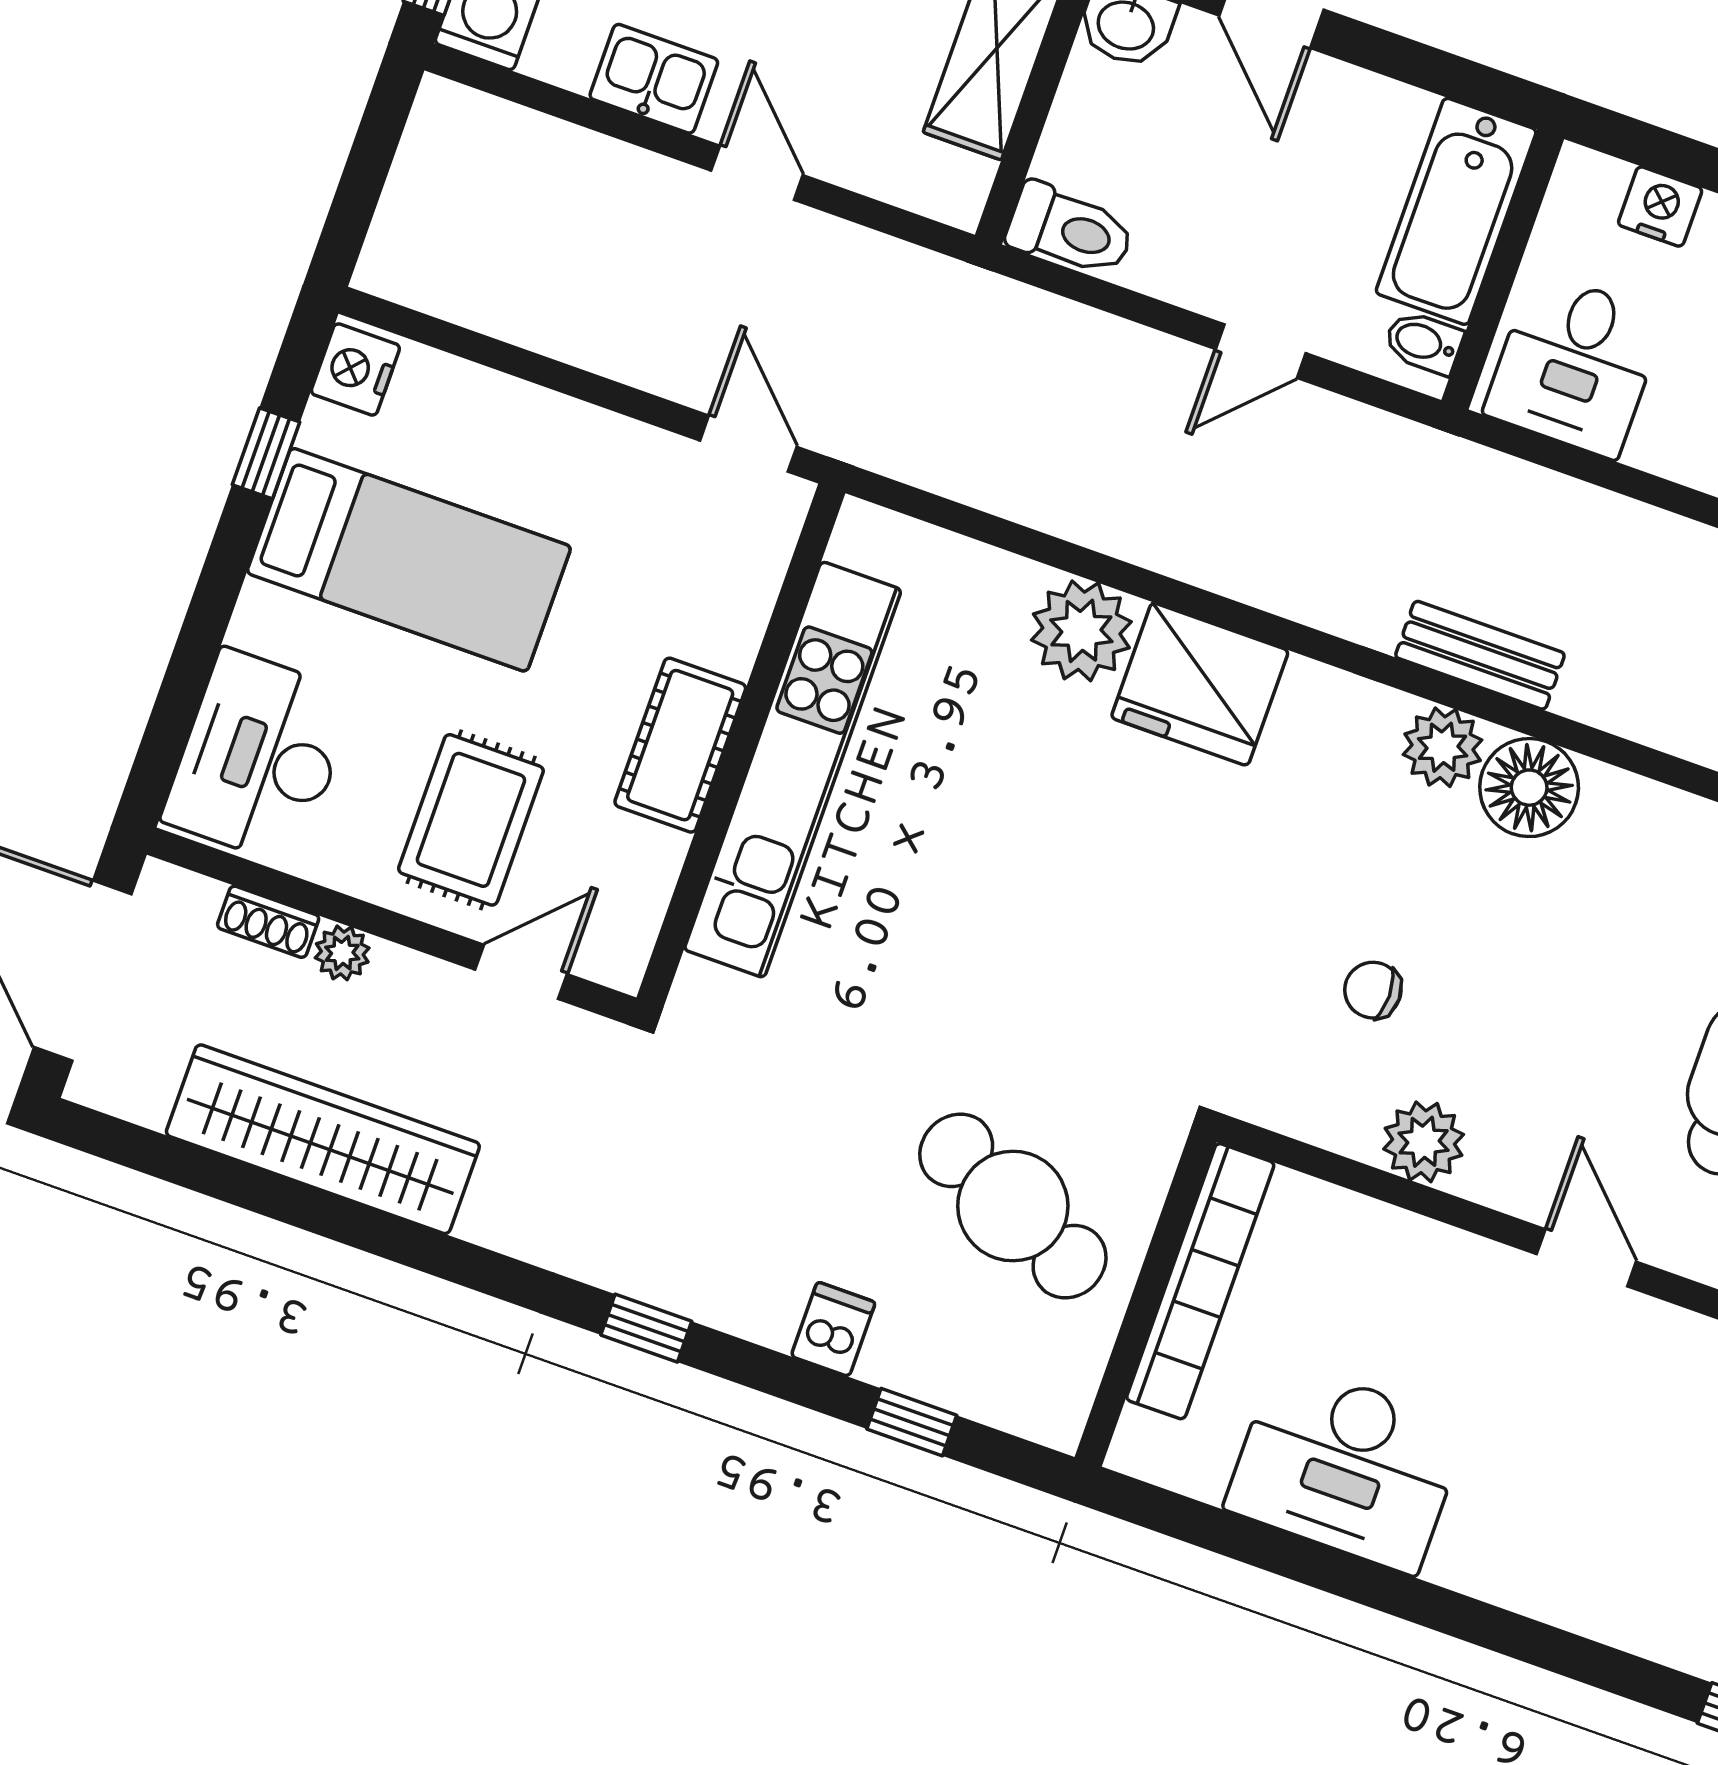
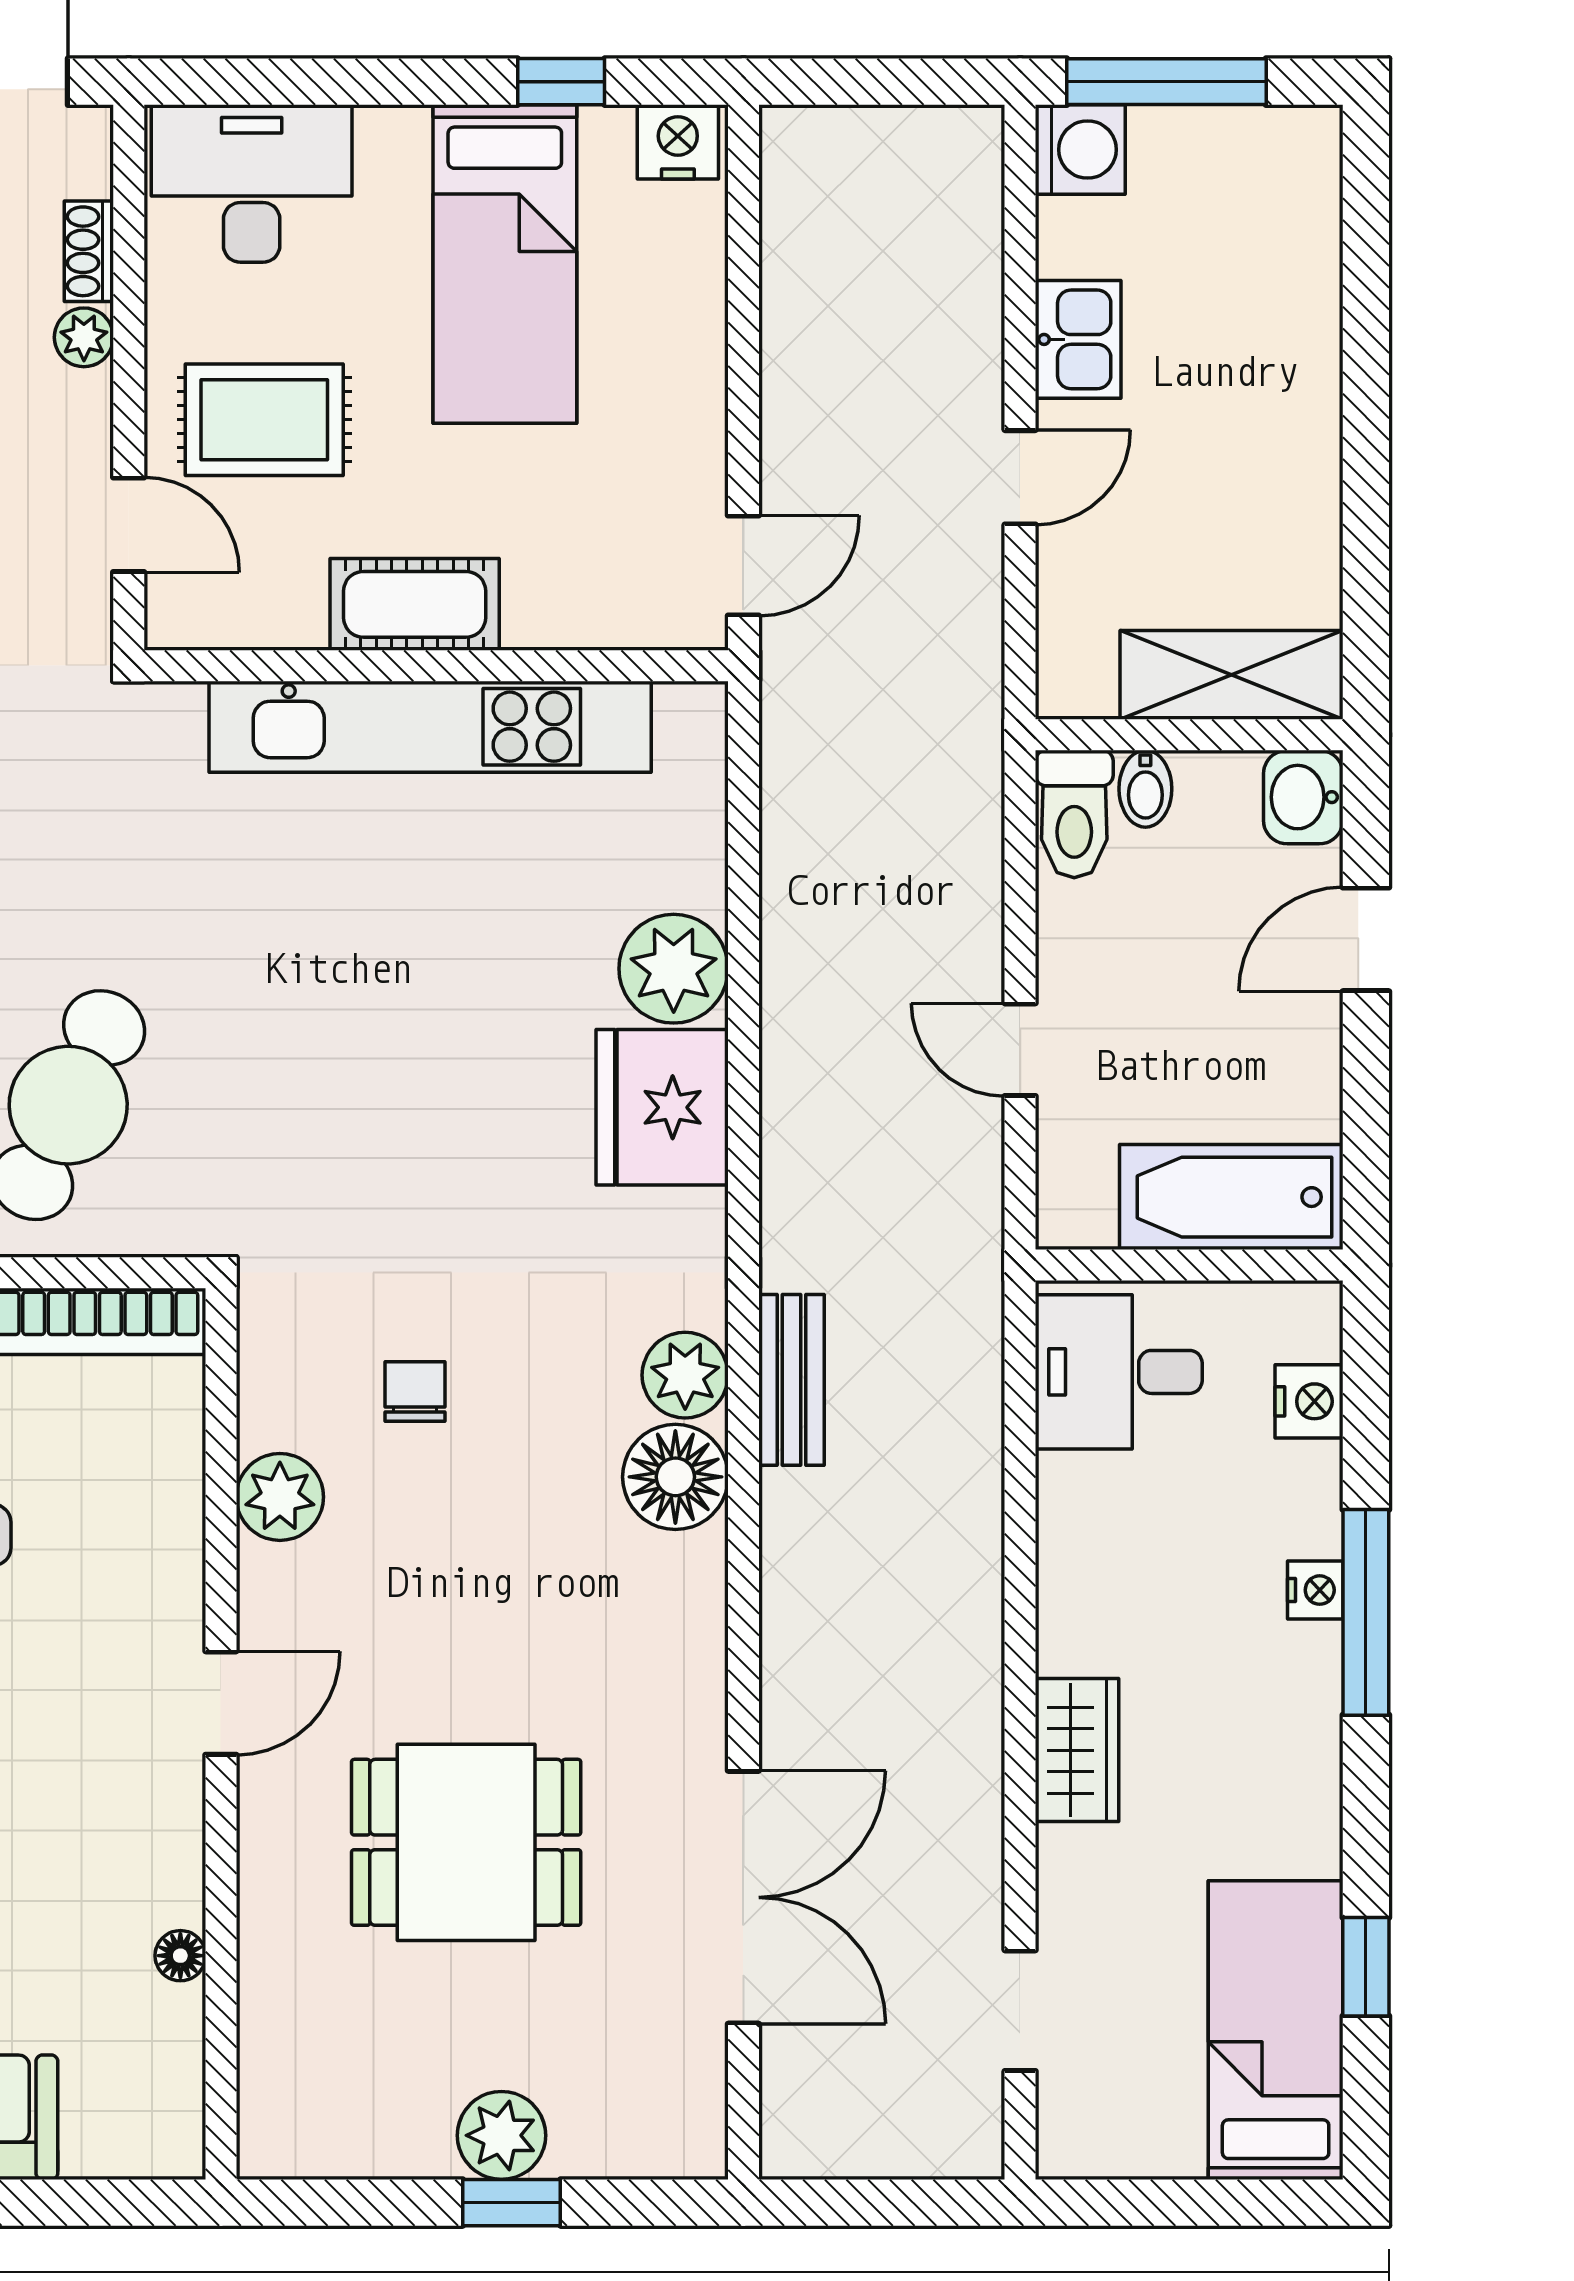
bidet: (1424, 342) -> (1145, 789), moved, turned 180

